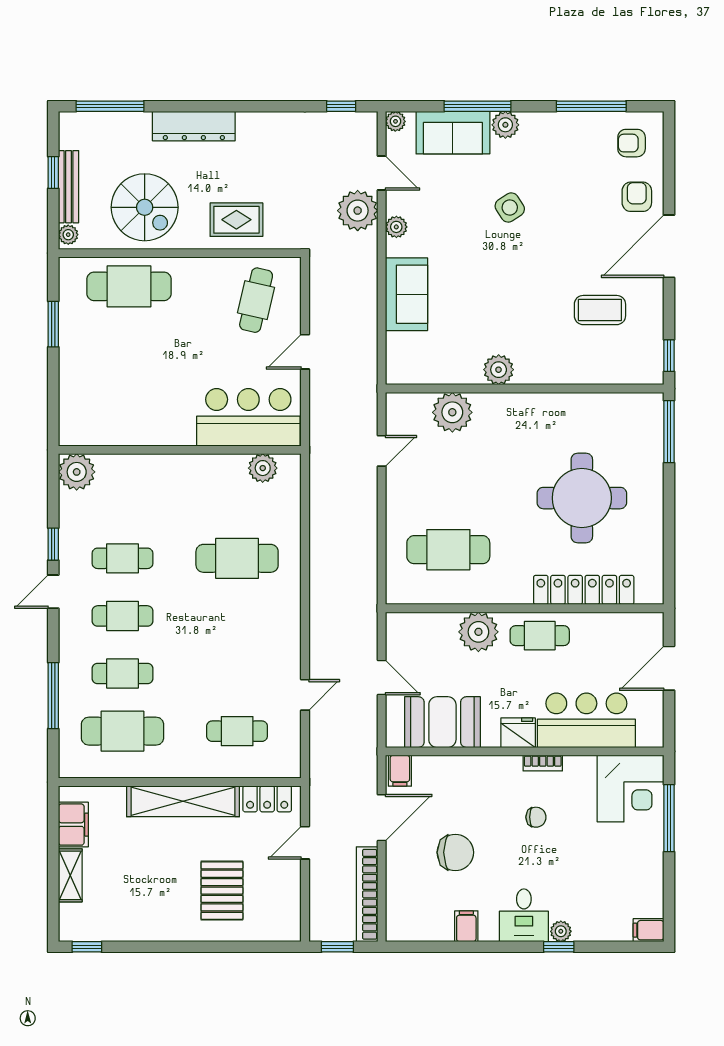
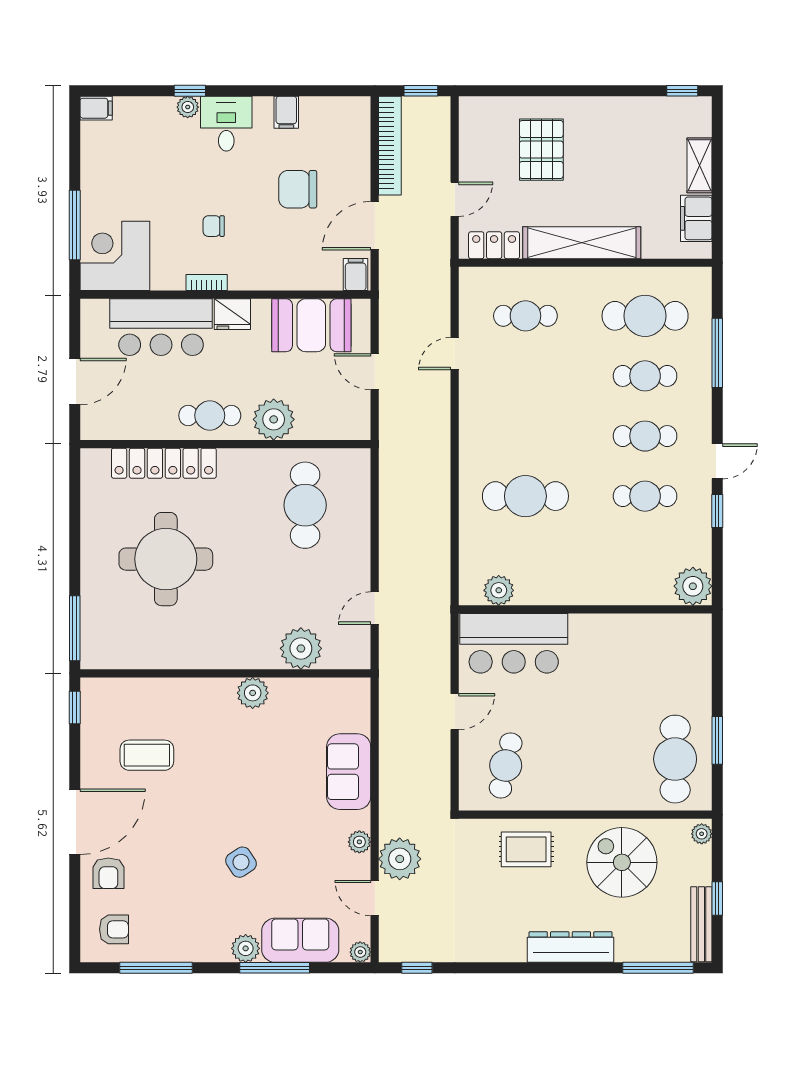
bench: (69, 187) -> (701, 924), moved
cafe table: (129, 286) -> (675, 759), moved, turned 90
cafe table: (448, 550) -> (305, 505), turned 90

